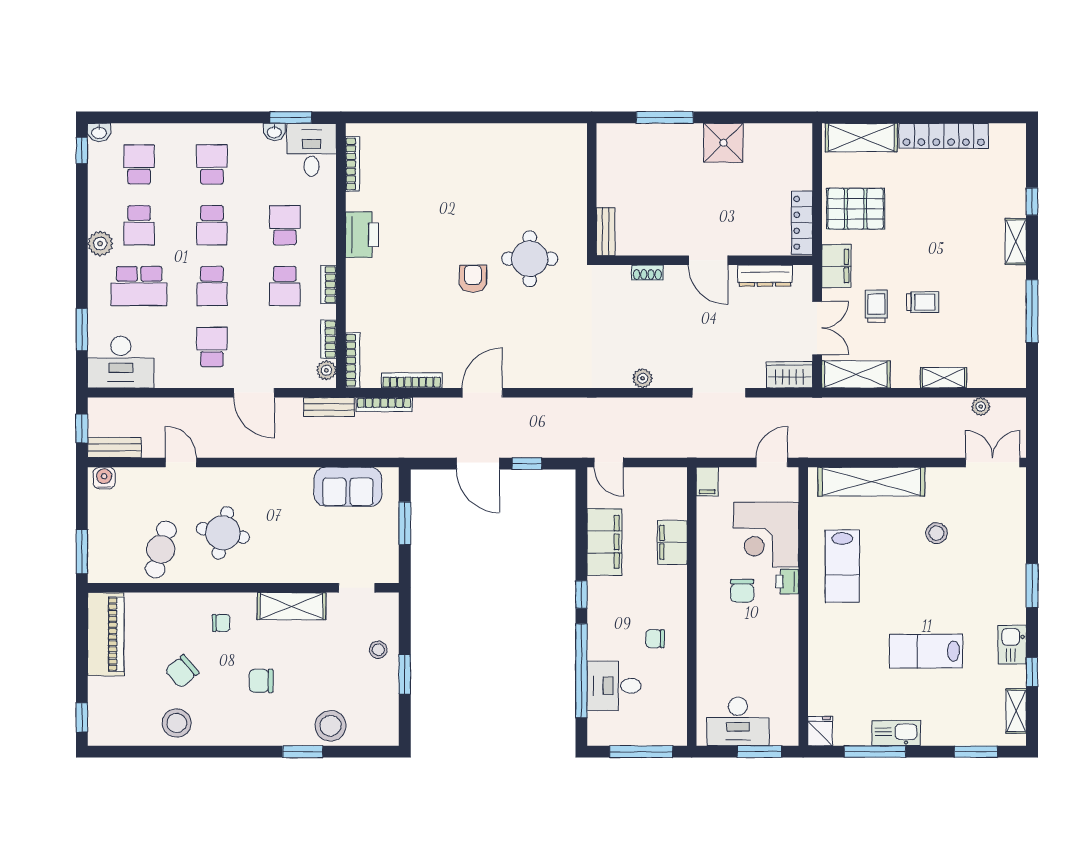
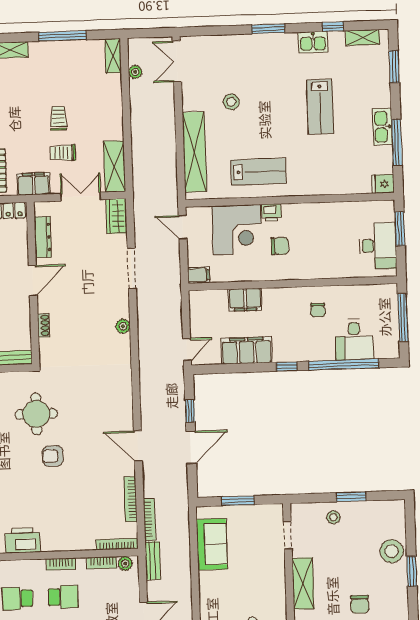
shelving: (944, 378) -> (113, 56), moved

